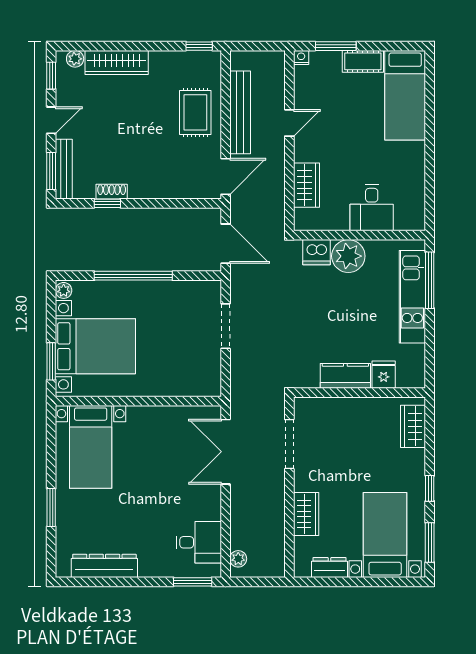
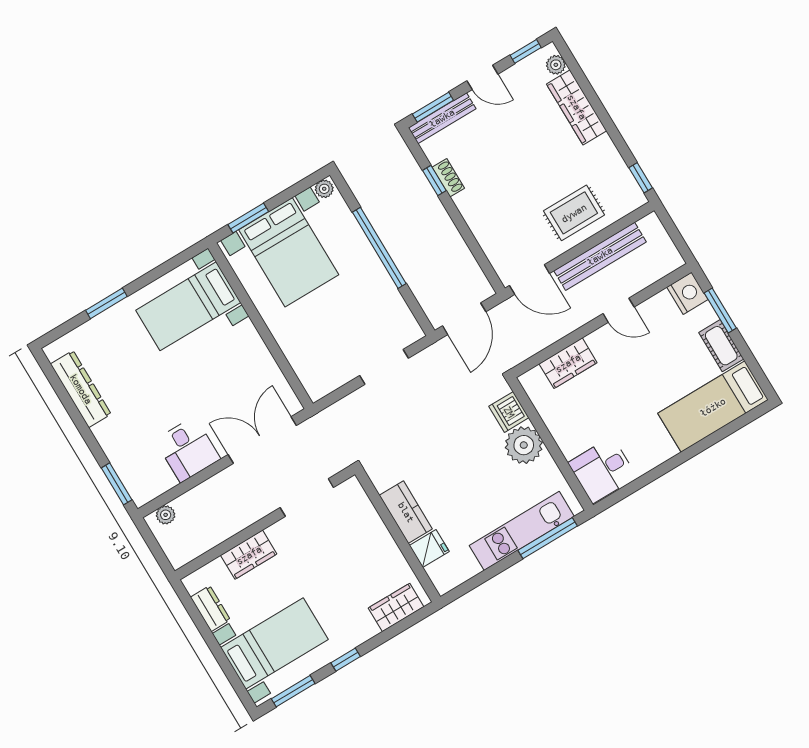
nightstand: (301, 57) -> (687, 293), width x1.89, depth x1.79
desk: (372, 208) -> (602, 470), moved
desk: (199, 542) -> (188, 449), moved

